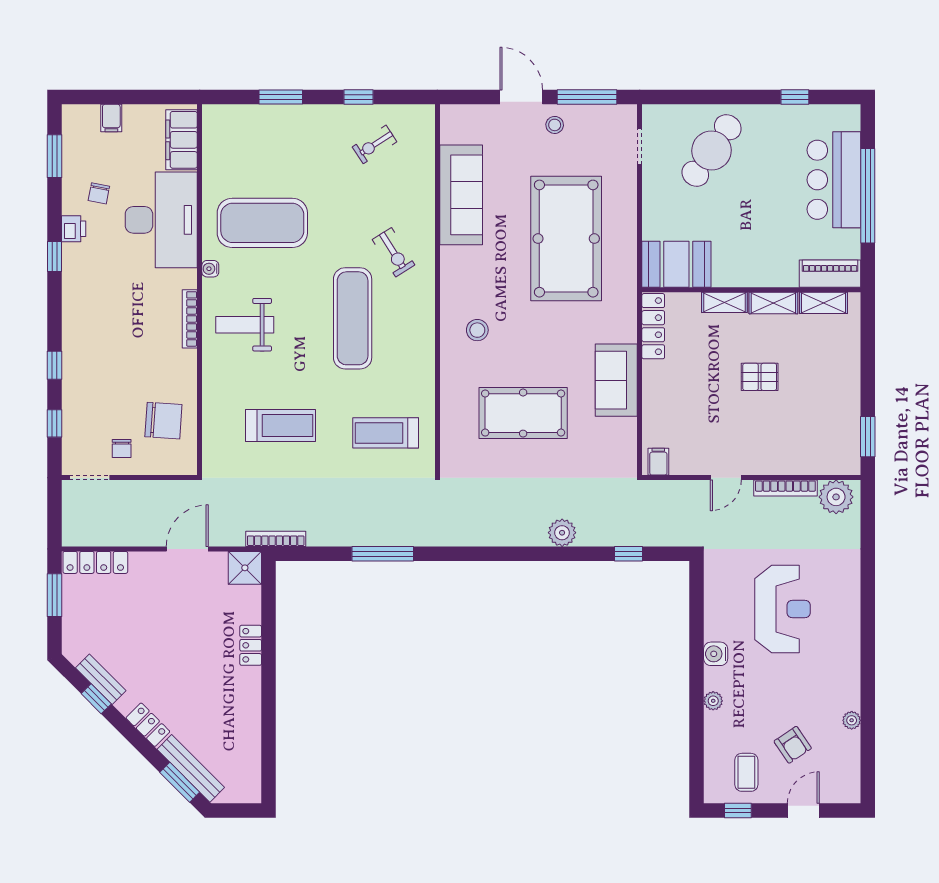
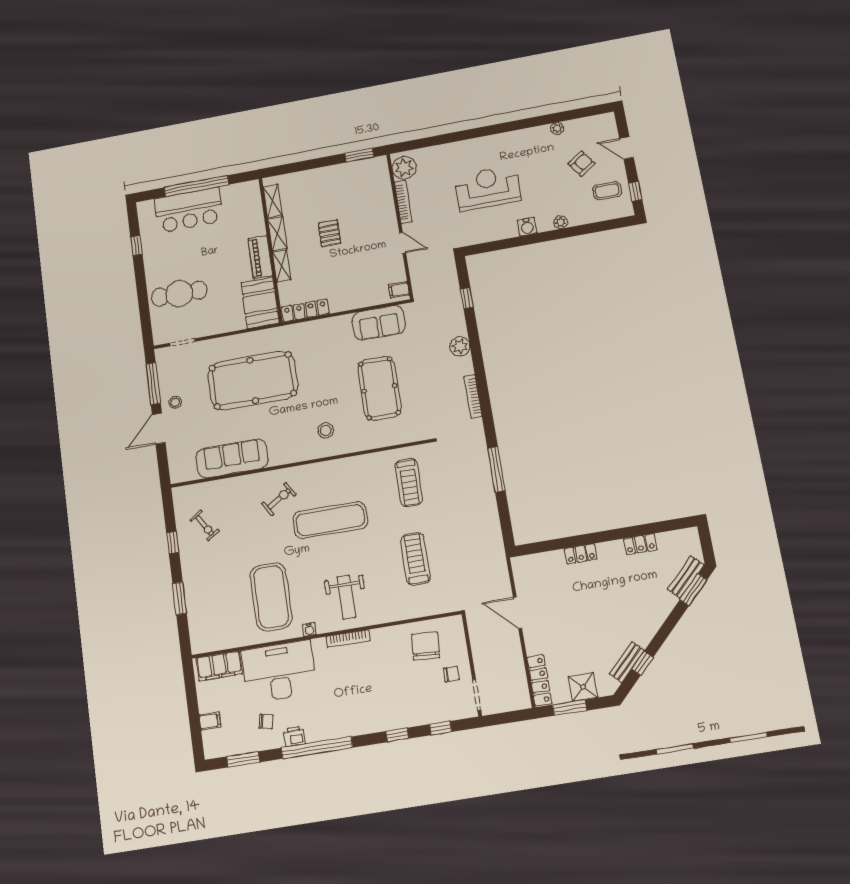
cafe table: (712, 150) -> (179, 294), turned -35
window: (55, 256) -> (317, 748), width x3.17
piano: (830, 274) -> (260, 257), moved
sofa: (616, 380) -> (379, 323), moved
bookcase: (276, 539) -> (473, 396), moved
shower: (245, 568) -> (583, 687), moved
locker: (148, 725) -> (640, 544), moved, turned -135
bench: (191, 768) -> (686, 577), width x0.73

